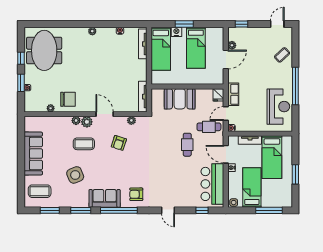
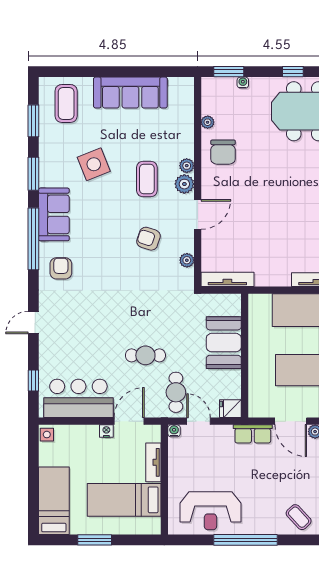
window: (21, 83) -> (229, 72), moved
row of seats: (233, 94) -> (253, 434), moved
bed: (252, 188) -> (54, 501), moved, turned -90
window: (269, 210) -> (33, 495), removed

